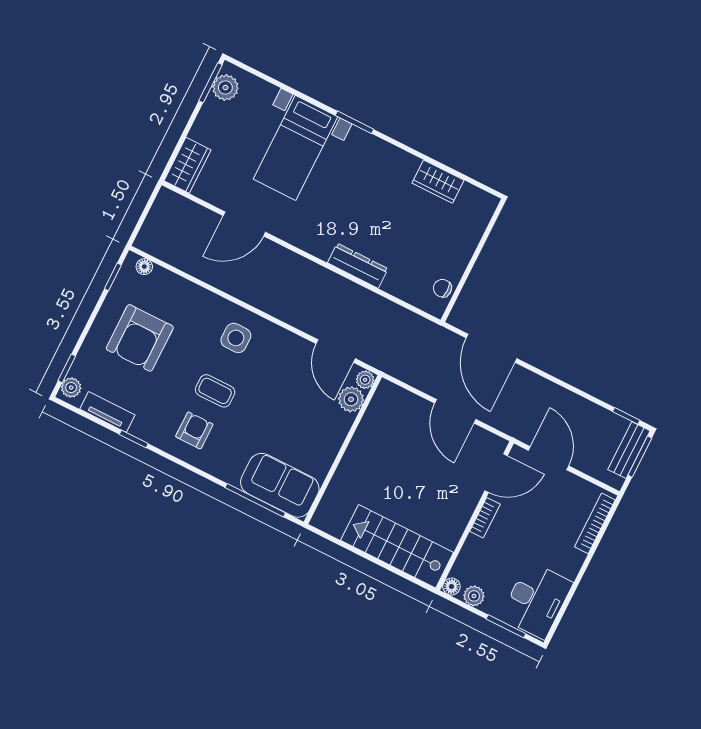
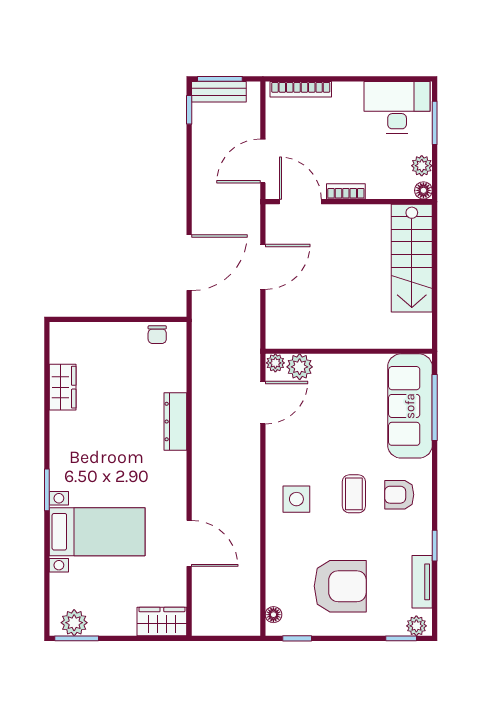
sofa: (280, 485) -> (410, 406), width x1.36

